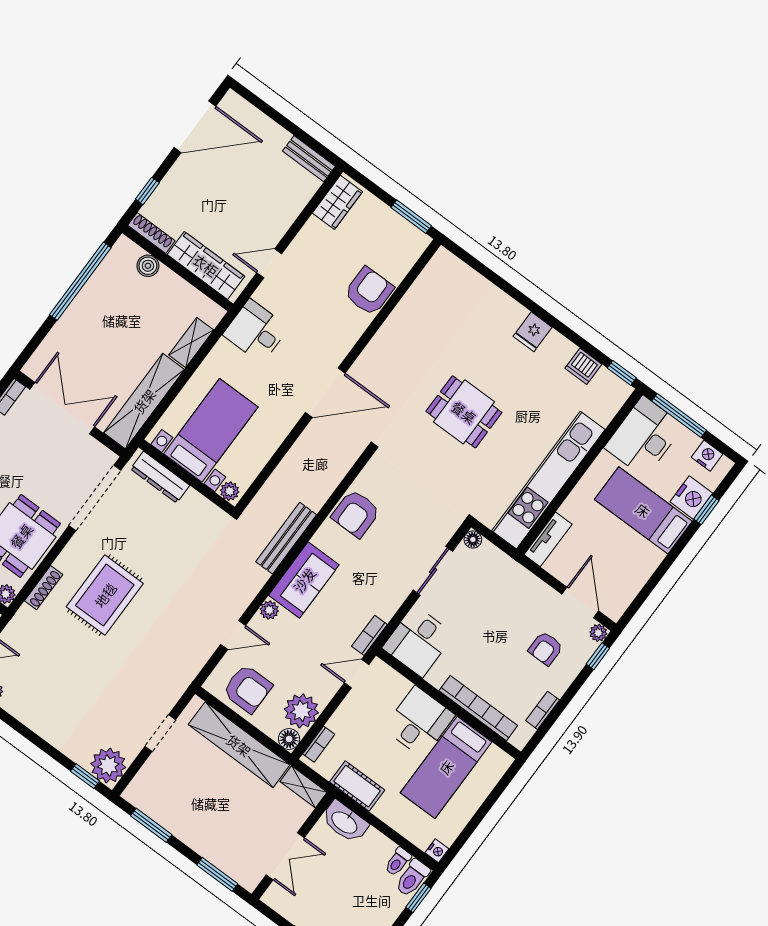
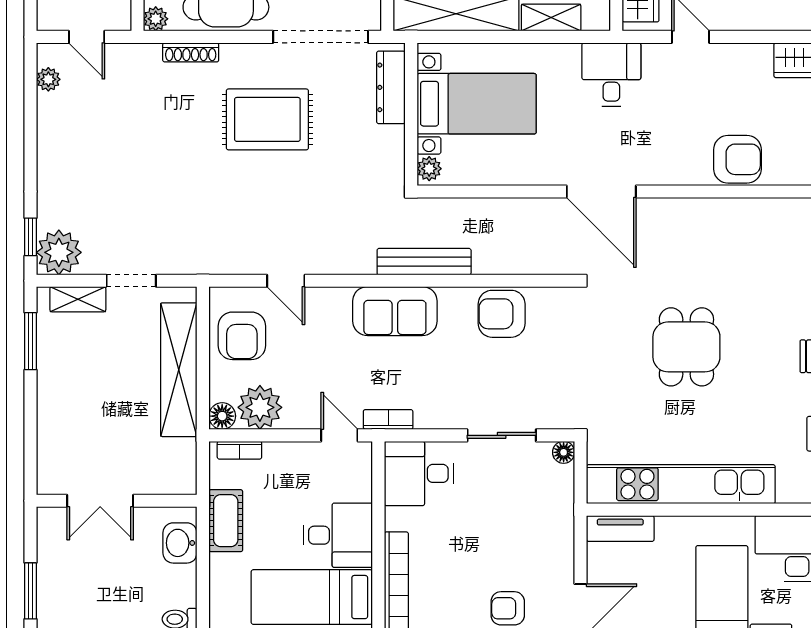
rug: (105, 595) -> (267, 119), moved
plant: (269, 610) -> (338, 299), removed
shelving: (303, 787) -> (78, 299), moved, turned 90
washbasin: (345, 822) -> (180, 543), width x0.72
window: (217, 874) -> (30, 445), removed

